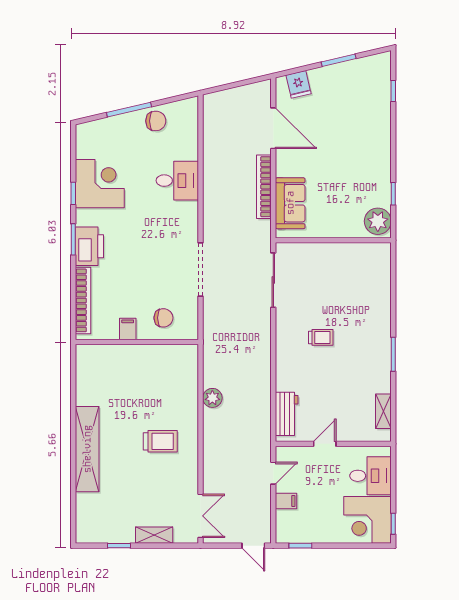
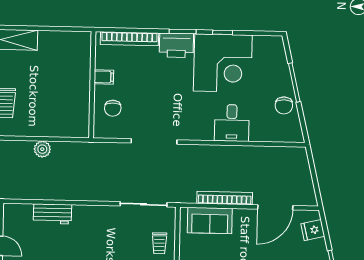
corner desk: (100, 184) -> (223, 63), width x1.36, depth x1.36
trolley: (321, 337) -> (159, 243), moved
workbench: (287, 414) -> (52, 214), moved

